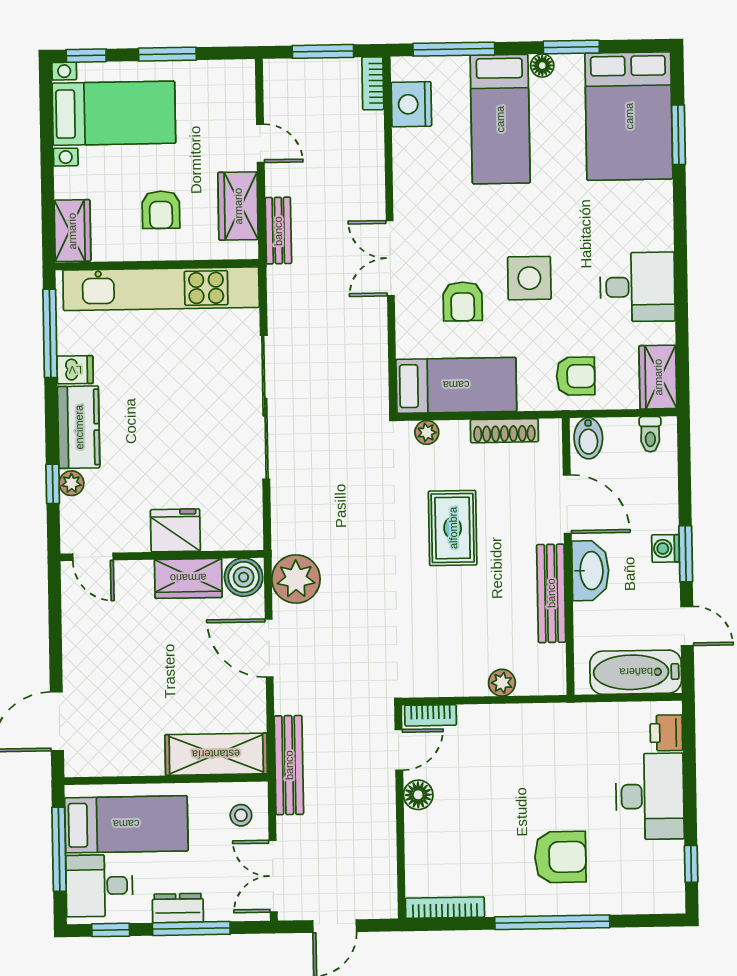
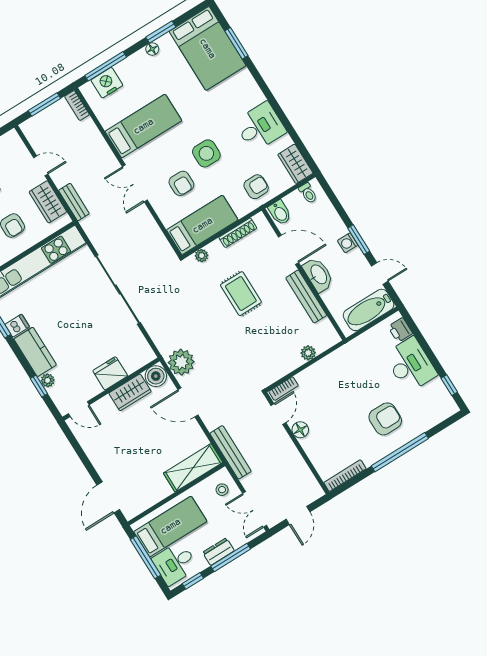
nightstand: (411, 104) -> (107, 83), moved, turned 90
bed: (500, 119) -> (143, 126), moved, turned -90

